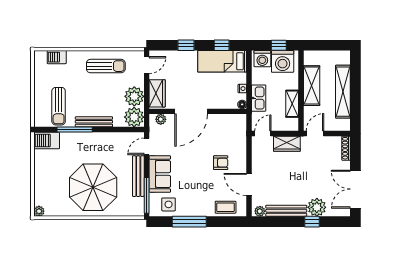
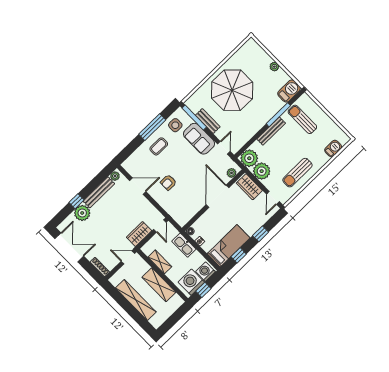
door: (315, 133) -> (128, 257), swing flipped
bench: (138, 176) -> (208, 121), width x0.73
coffee table: (226, 207) -> (159, 146), moved
plant: (39, 211) -> (274, 67), moved

